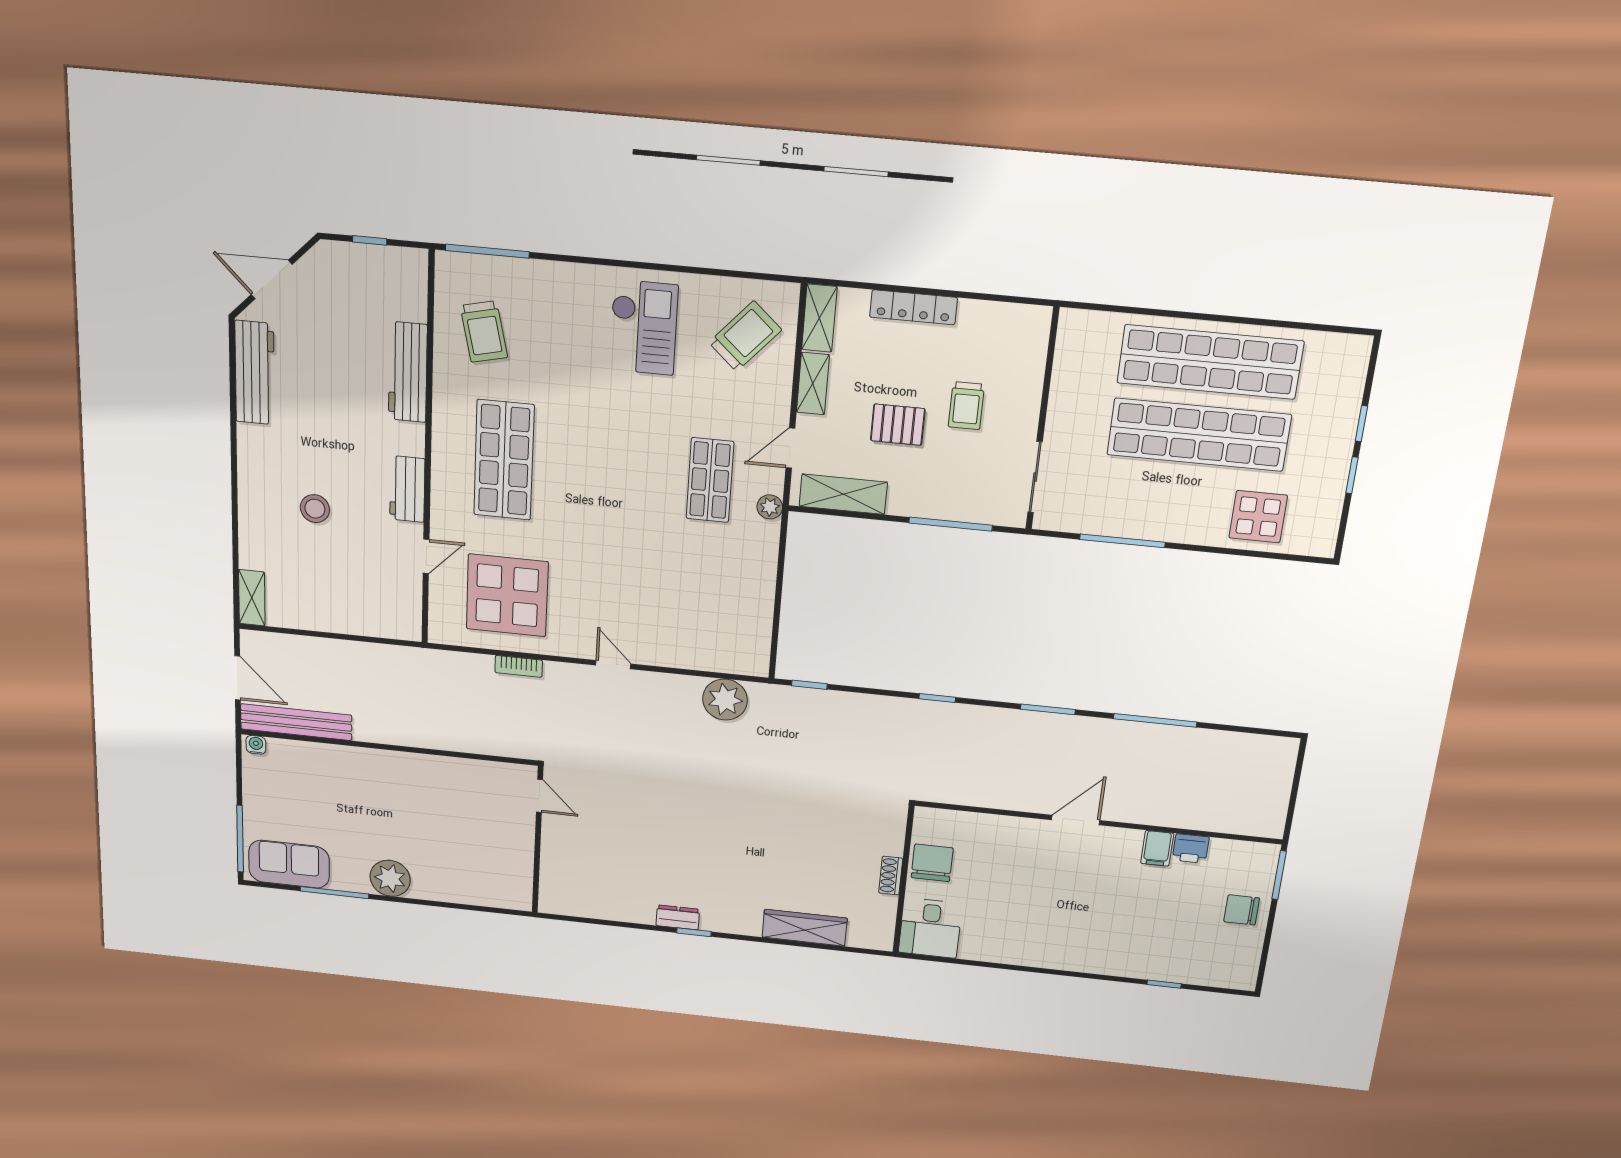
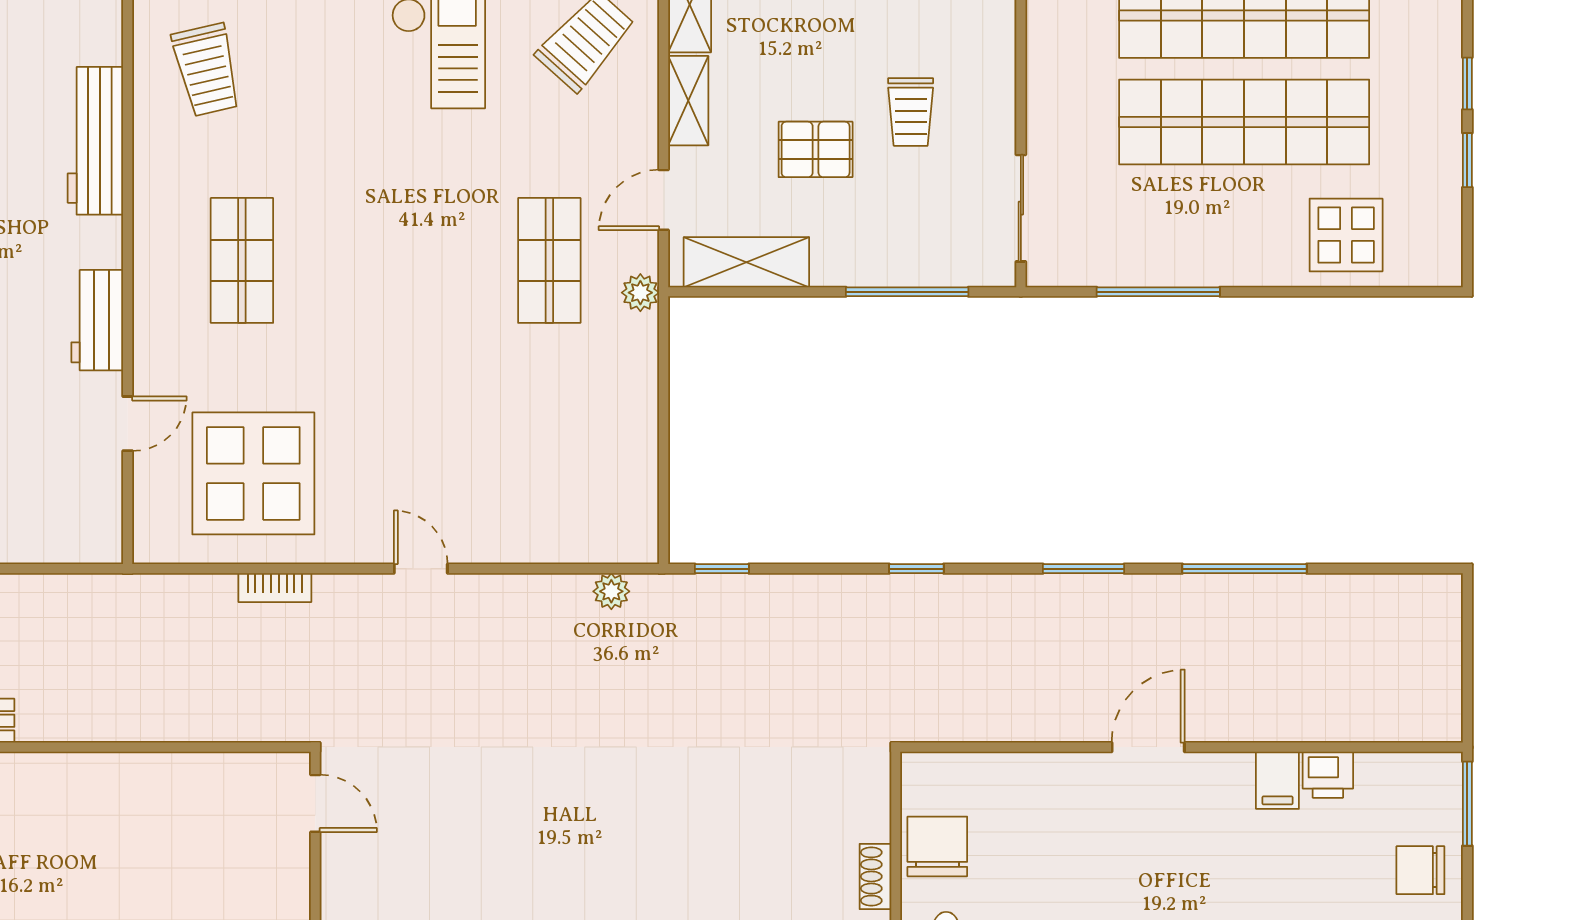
shop shelf: (504, 460) -> (242, 260), width x0.70, depth x0.74
plant: (725, 700) -> (611, 591), width x0.53, depth x0.53

